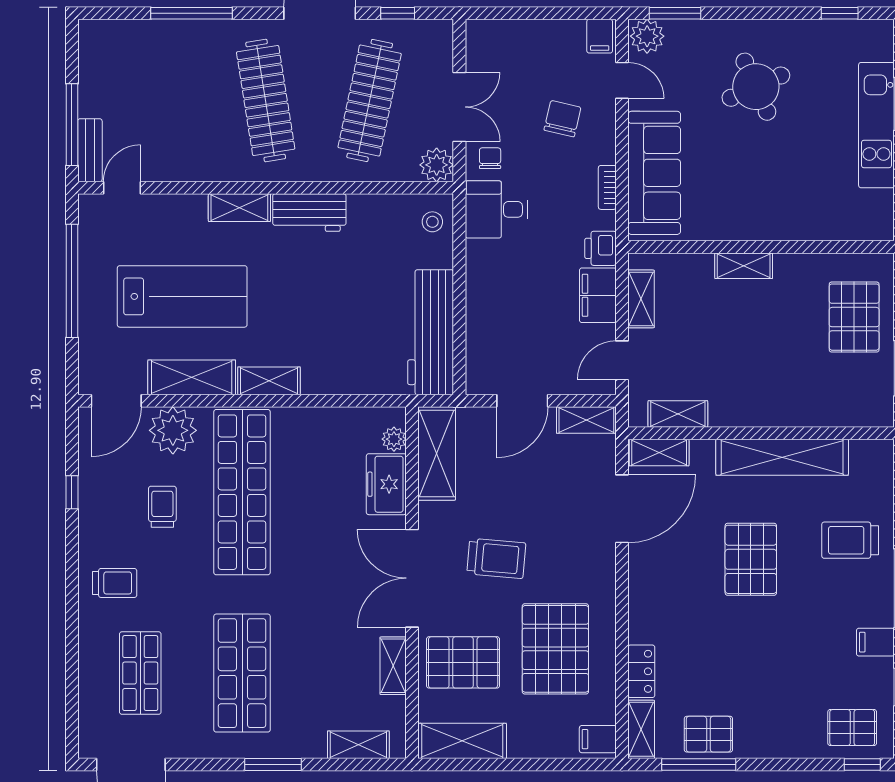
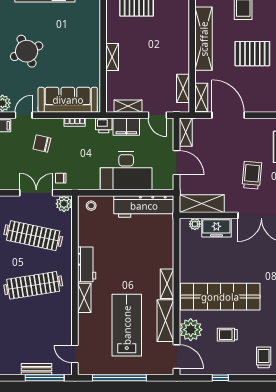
bench: (90, 150) -> (36, 369), moved
desk: (496, 209) -> (126, 171), moved, width x1.87, depth x1.30

